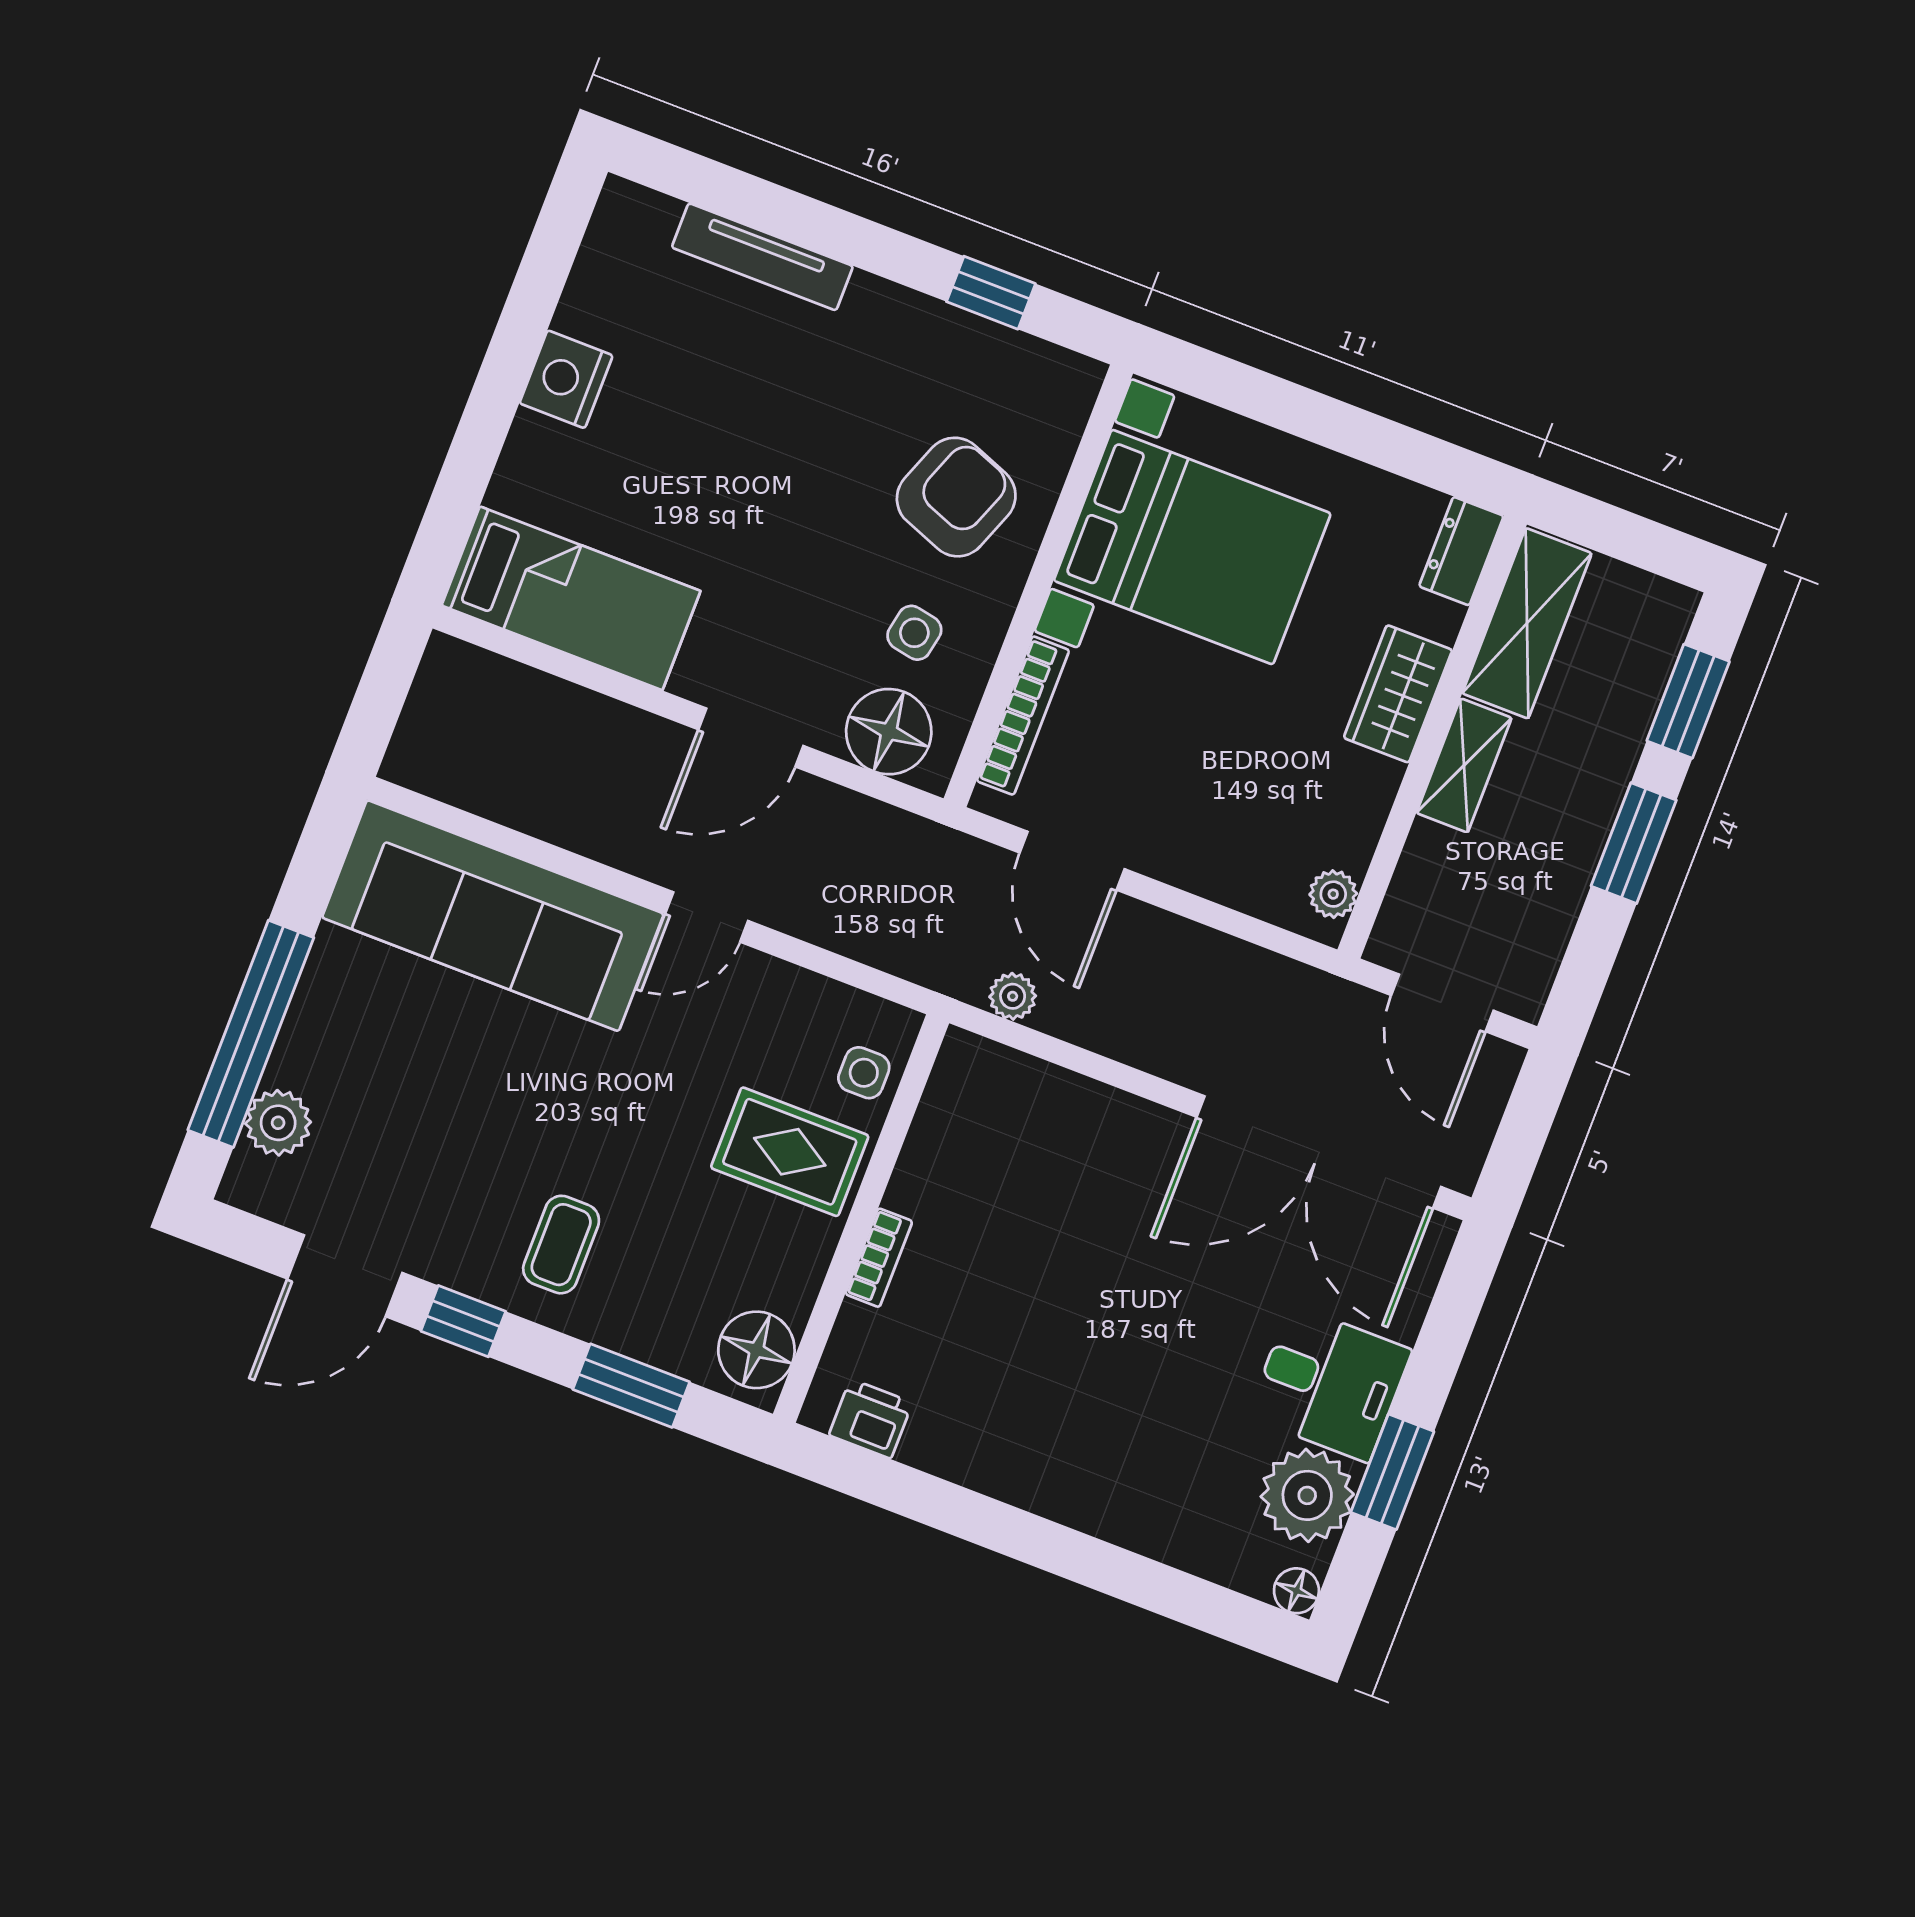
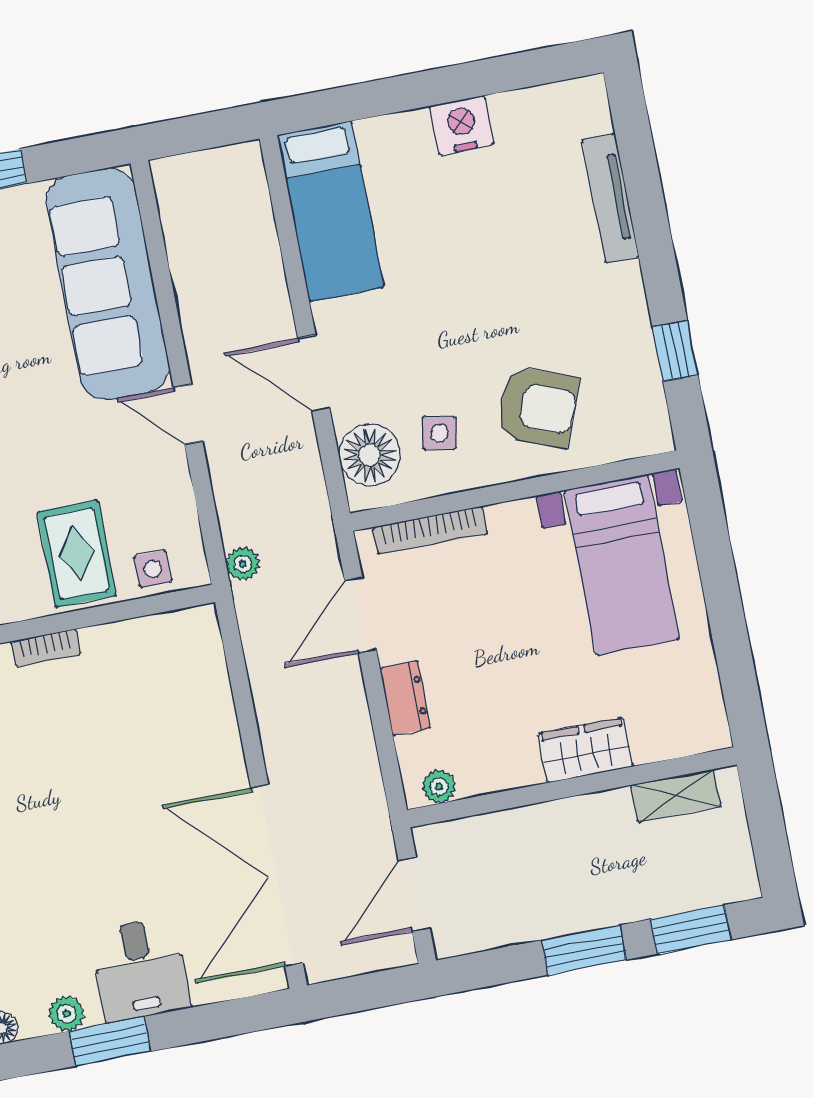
bed with nightstands: (1192, 547) -> (622, 565), width x0.73
dresser: (1461, 551) -> (405, 698), moved, turned 90
shelving: (1527, 623) -> (676, 796), width x0.67, depth x0.75
shelving: (1464, 765) -> (567, 817), removed
plant: (1013, 996) -> (243, 564), moved
plant: (1307, 1495) -> (66, 1014), width x0.53, depth x0.53

